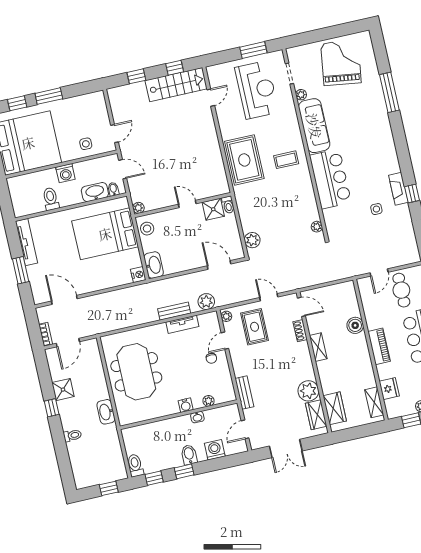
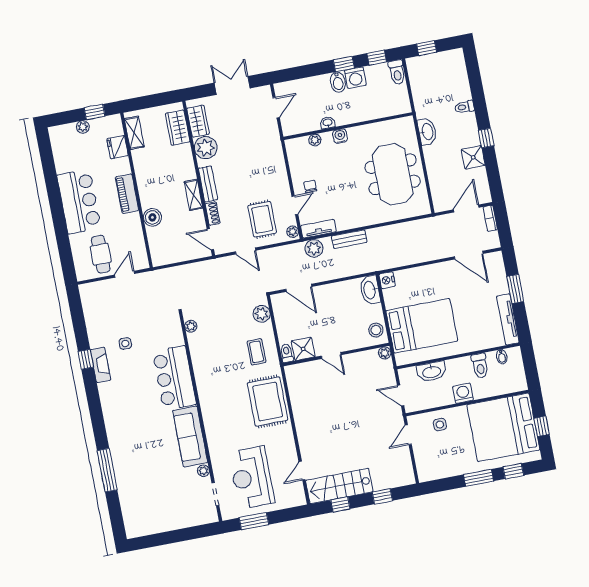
grand piano: (341, 63) -> (159, 504), removed
coffee table: (286, 160) -> (256, 352), moved, turned 90
bidet: (113, 189) -> (502, 357), moved
tv unit: (182, 324) -> (318, 229), moved
bench: (244, 393) -> (208, 184), moved
washing machine: (215, 450) -> (355, 78), moved

